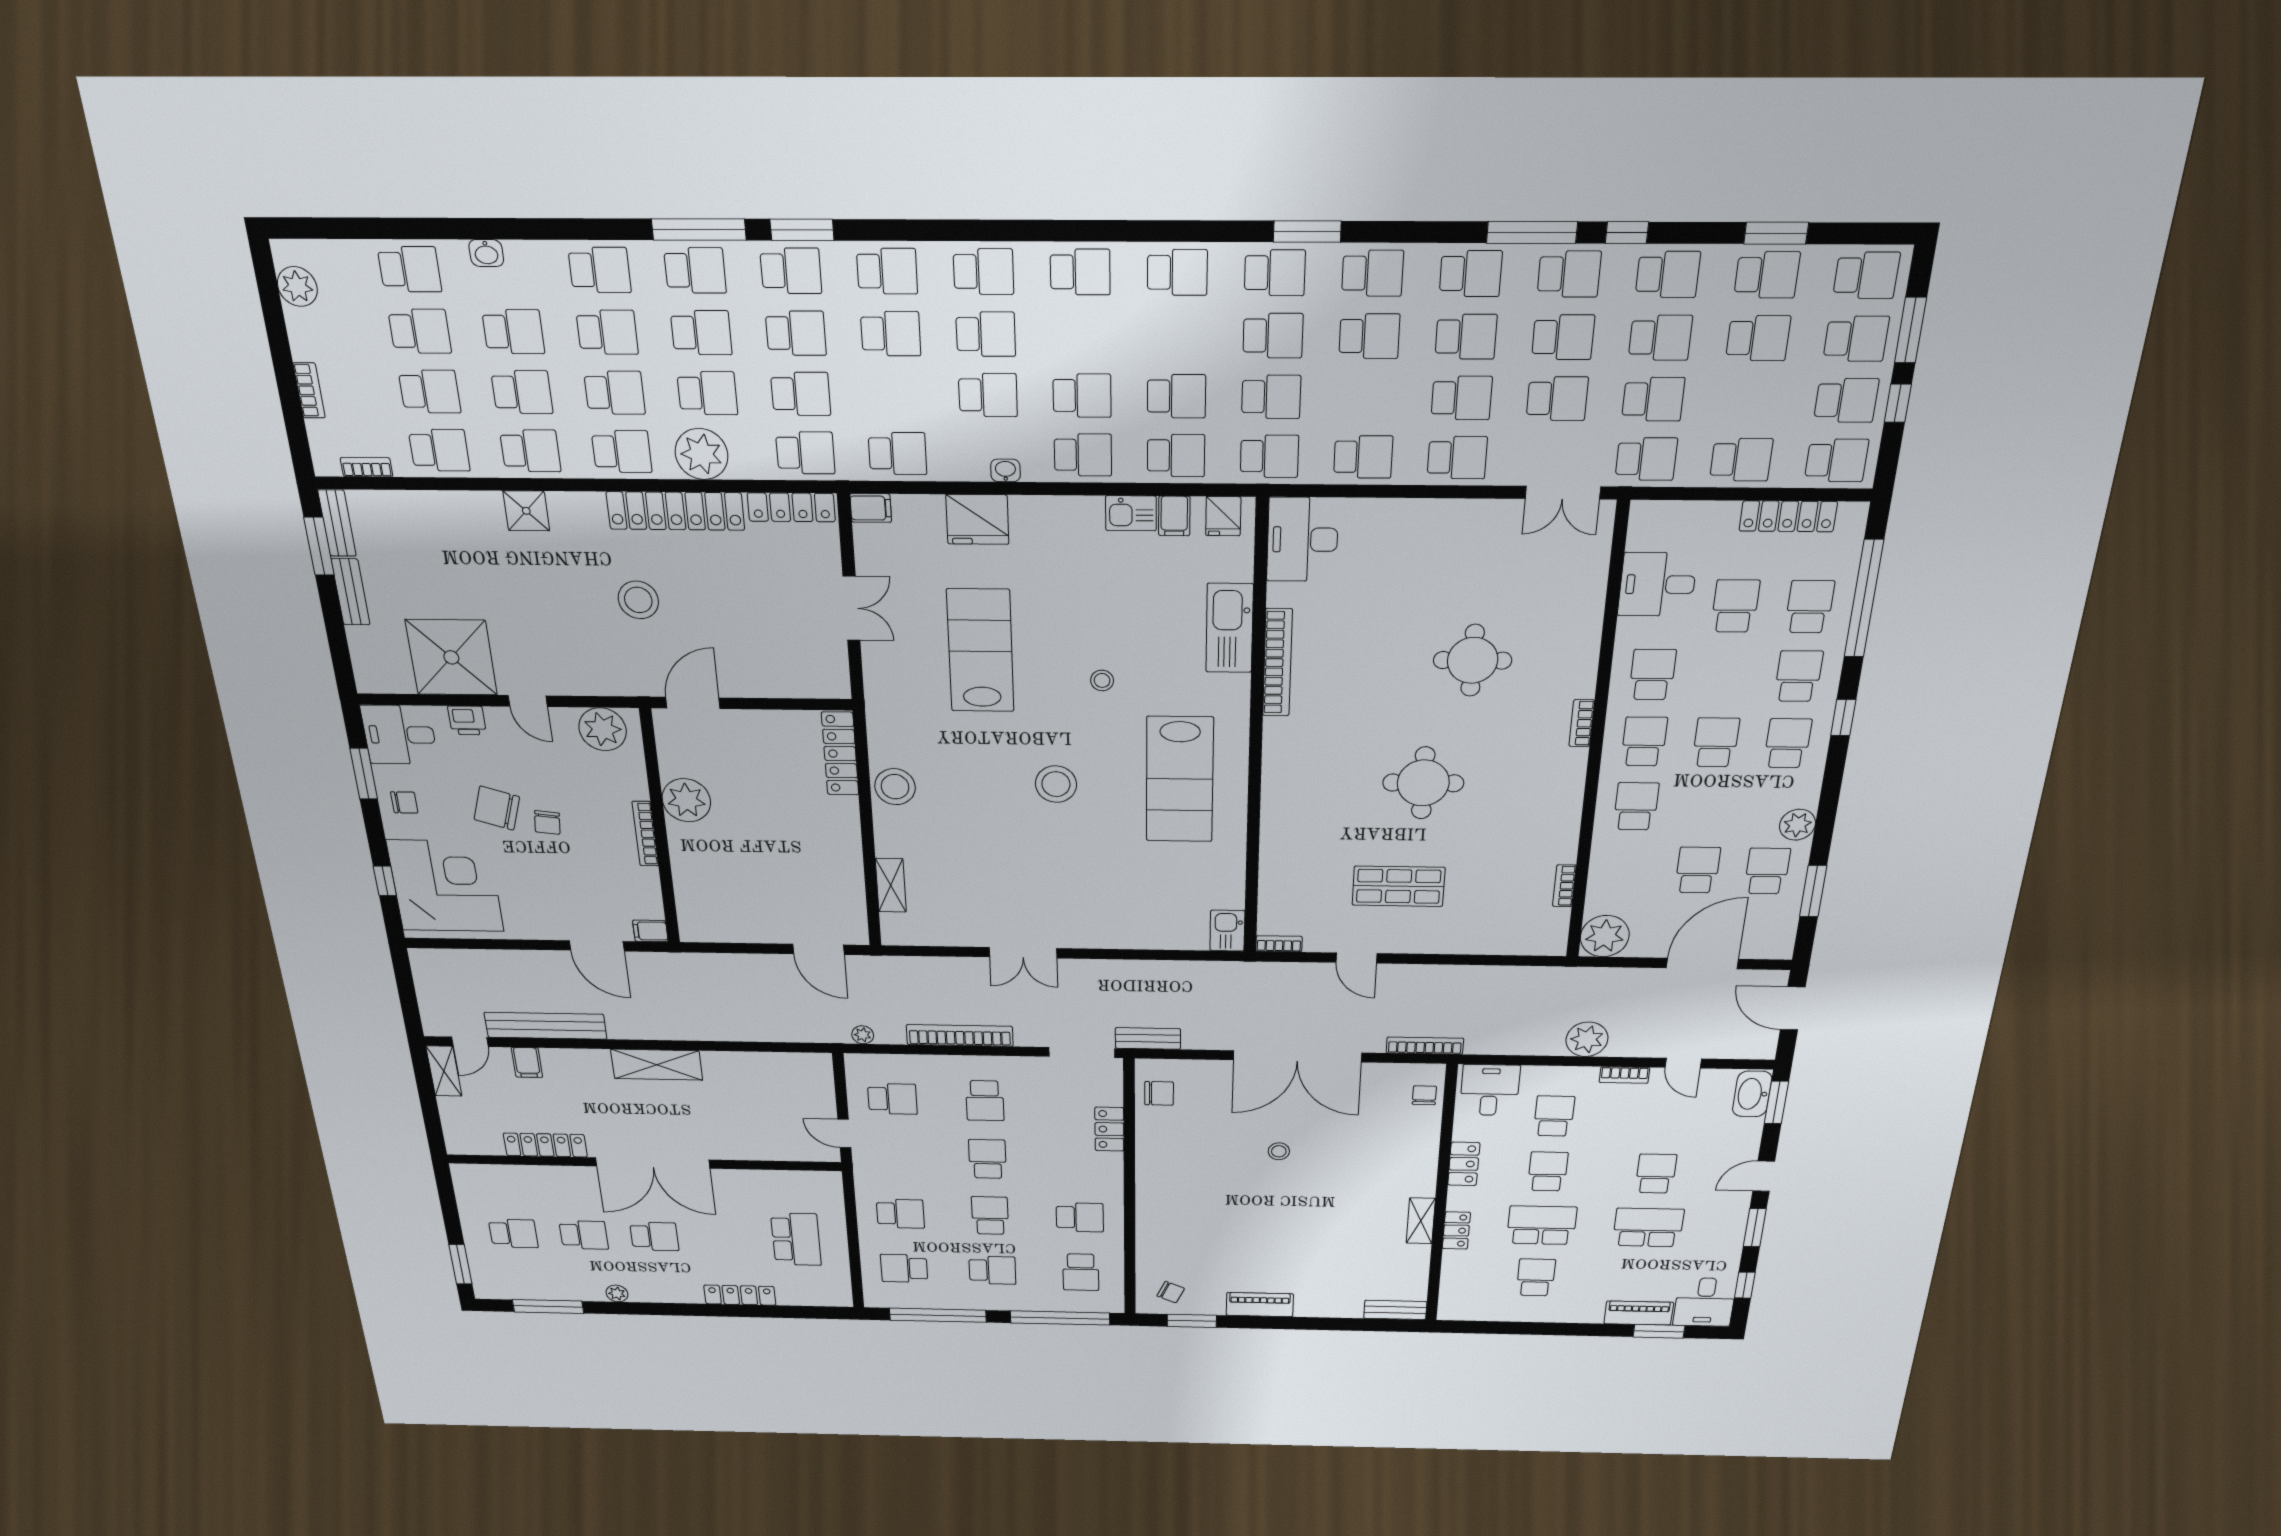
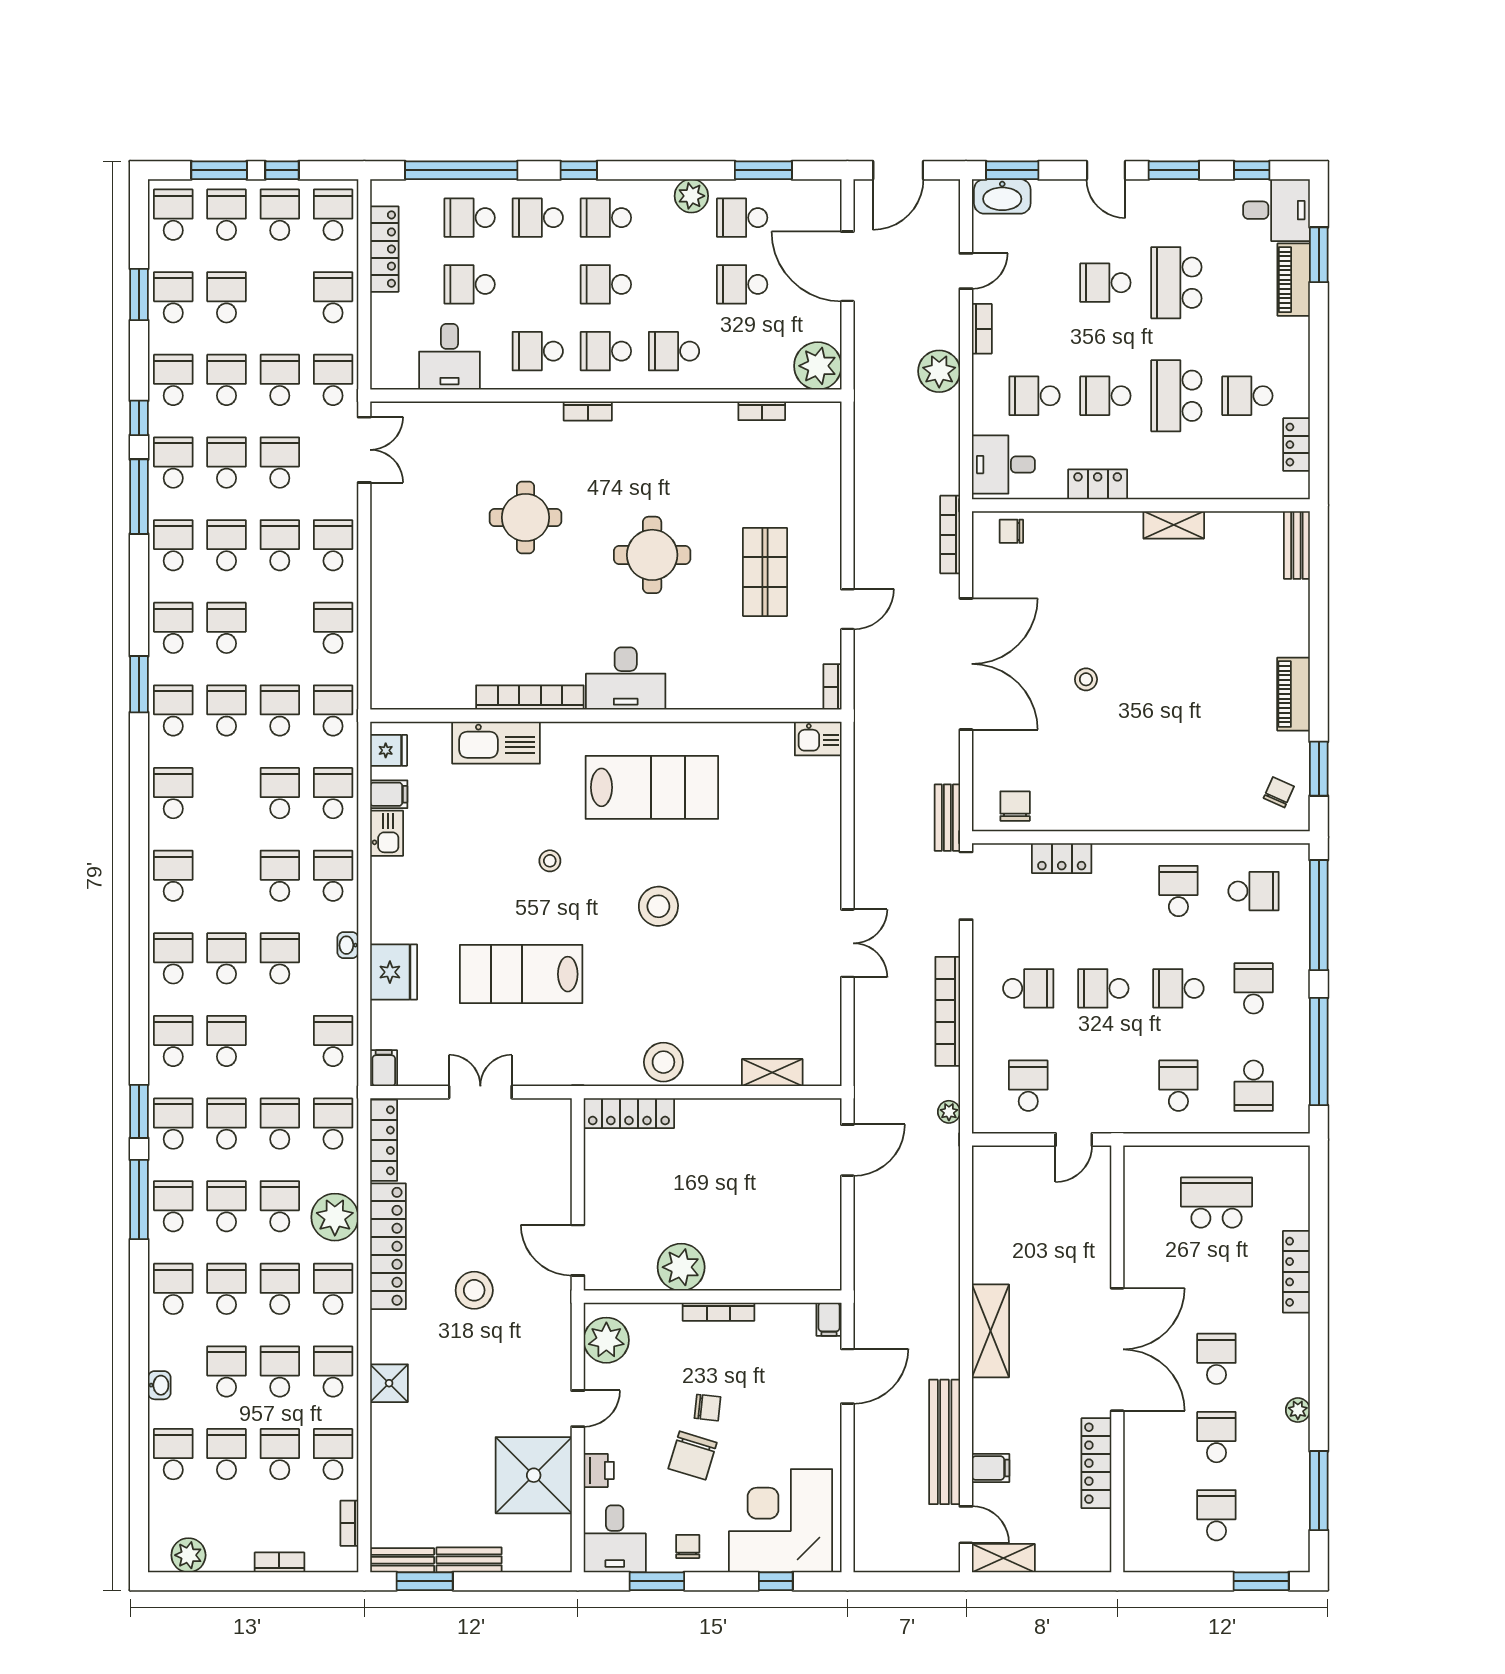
desk: (1303, 540) -> (626, 679), moved
locker: (1456, 1231) -> (1297, 445), moved, turned -90

